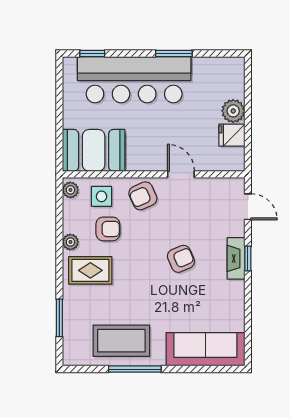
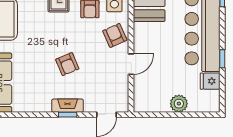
window: (174, 53) -> (222, 59), width x0.67
fridge: (232, 135) -> (210, 81), moved, turned -90

